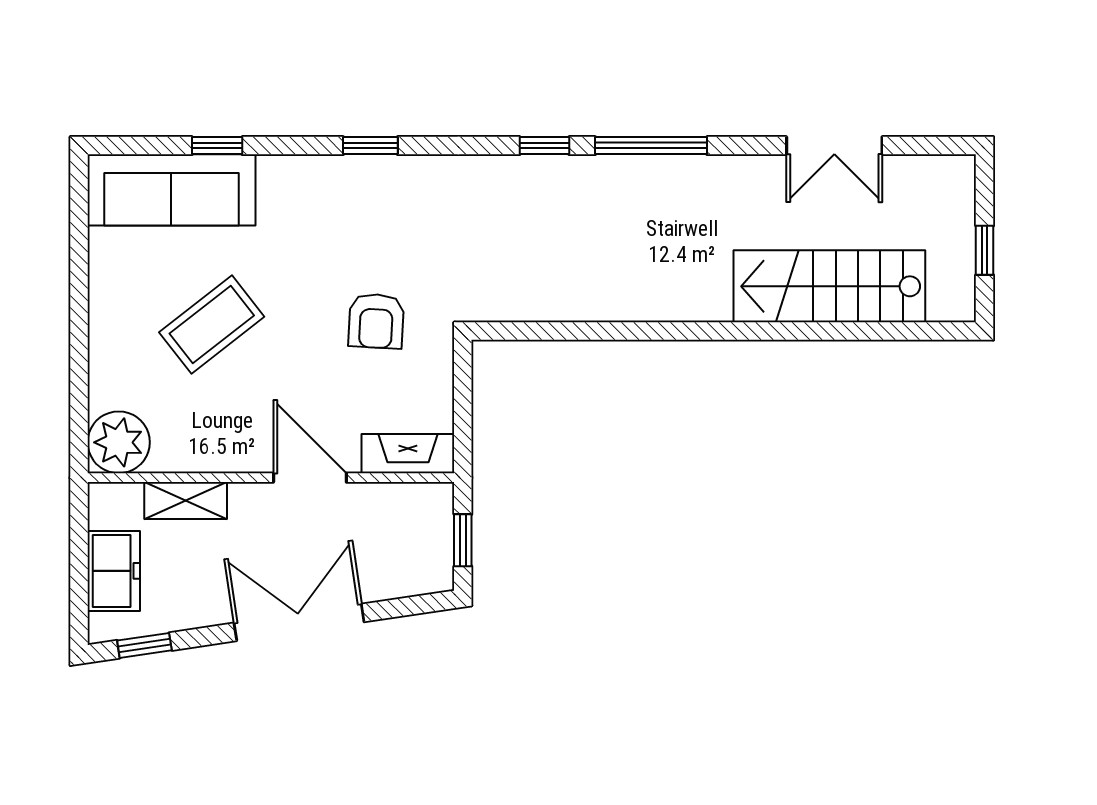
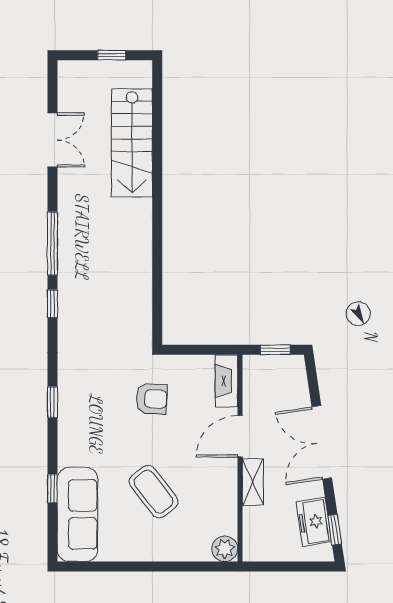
plant: (119, 442) -> (225, 549), width x0.73, depth x0.73
shelving: (186, 500) -> (253, 482), moved
freezer: (114, 571) -> (314, 522), moved, turned -98

